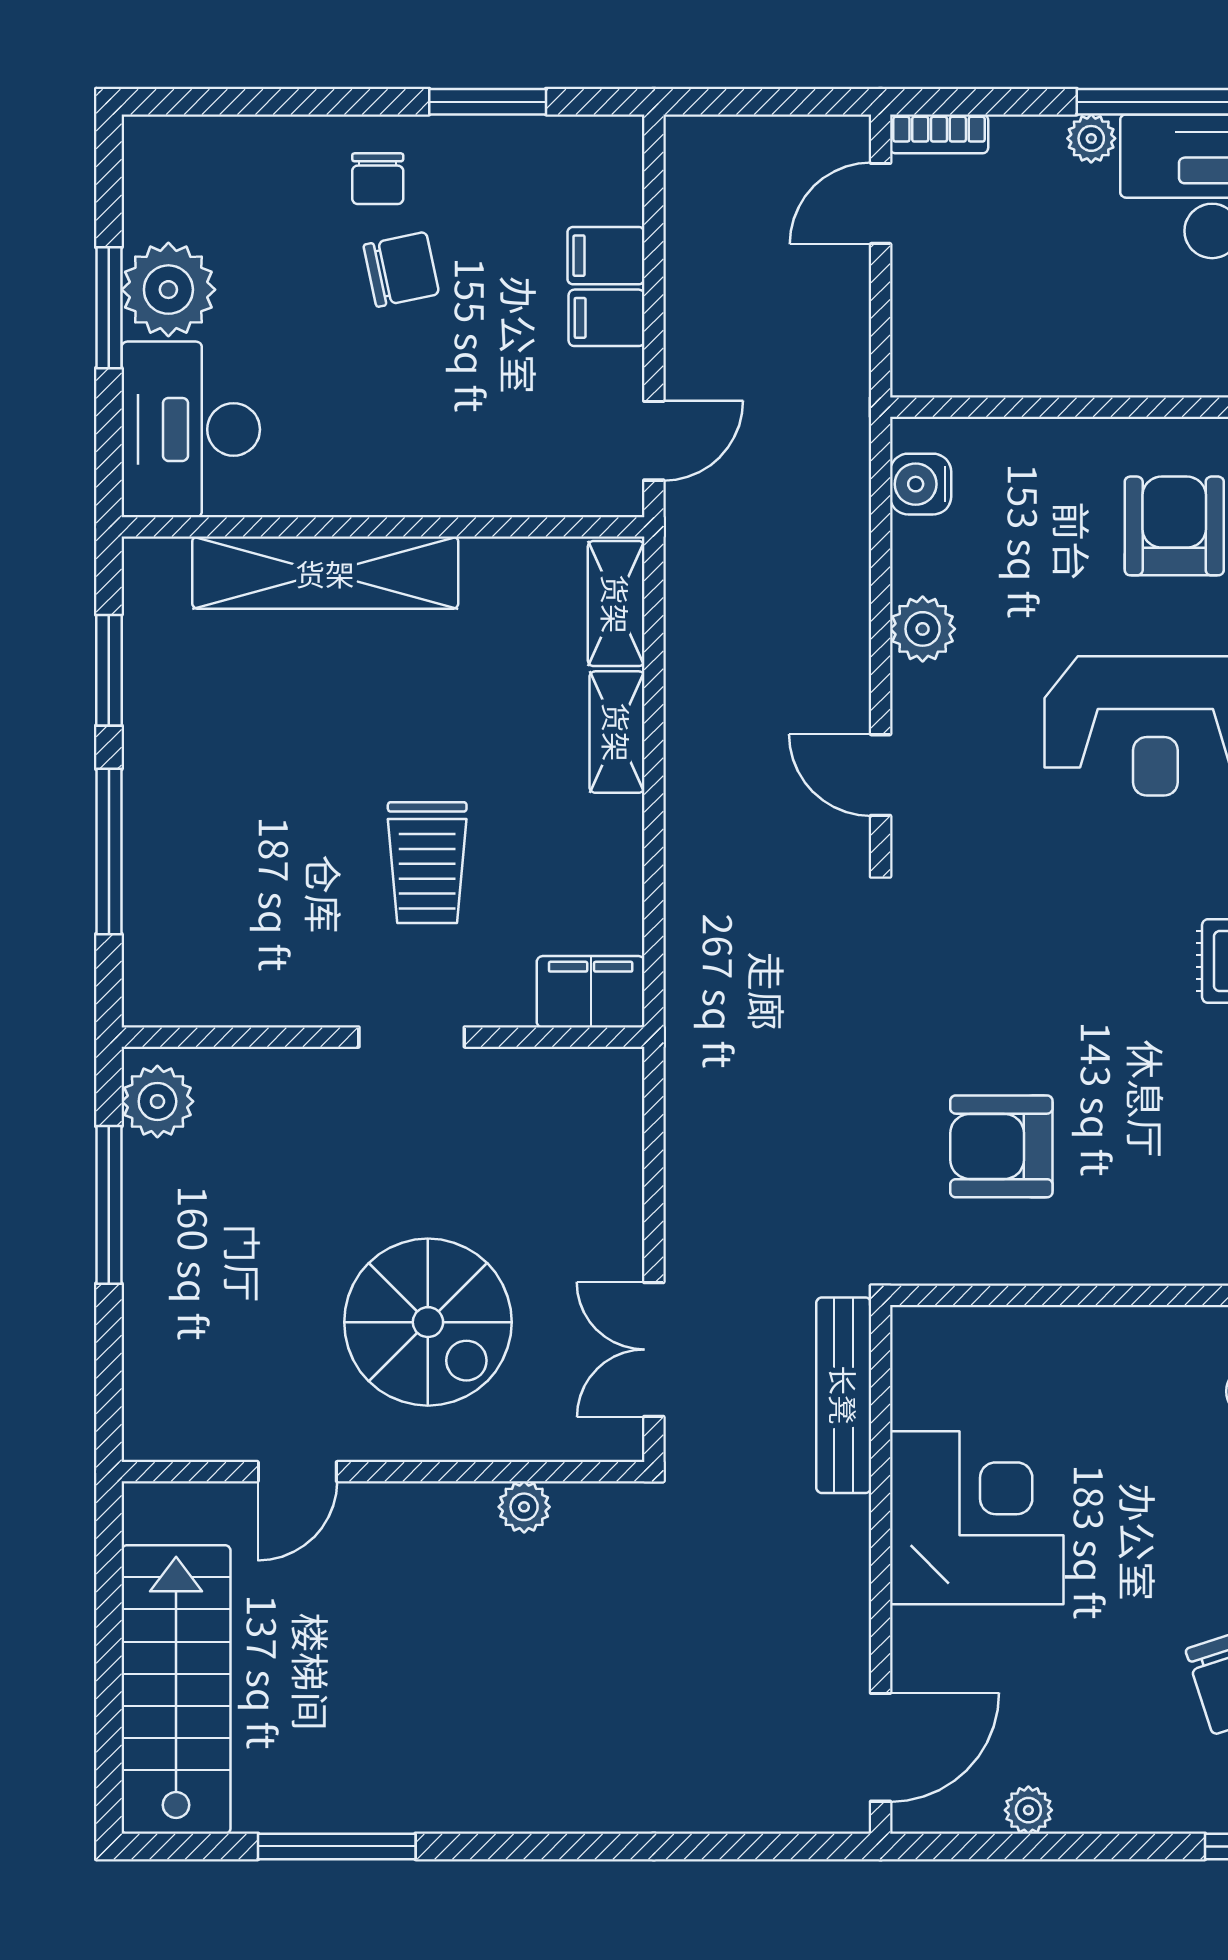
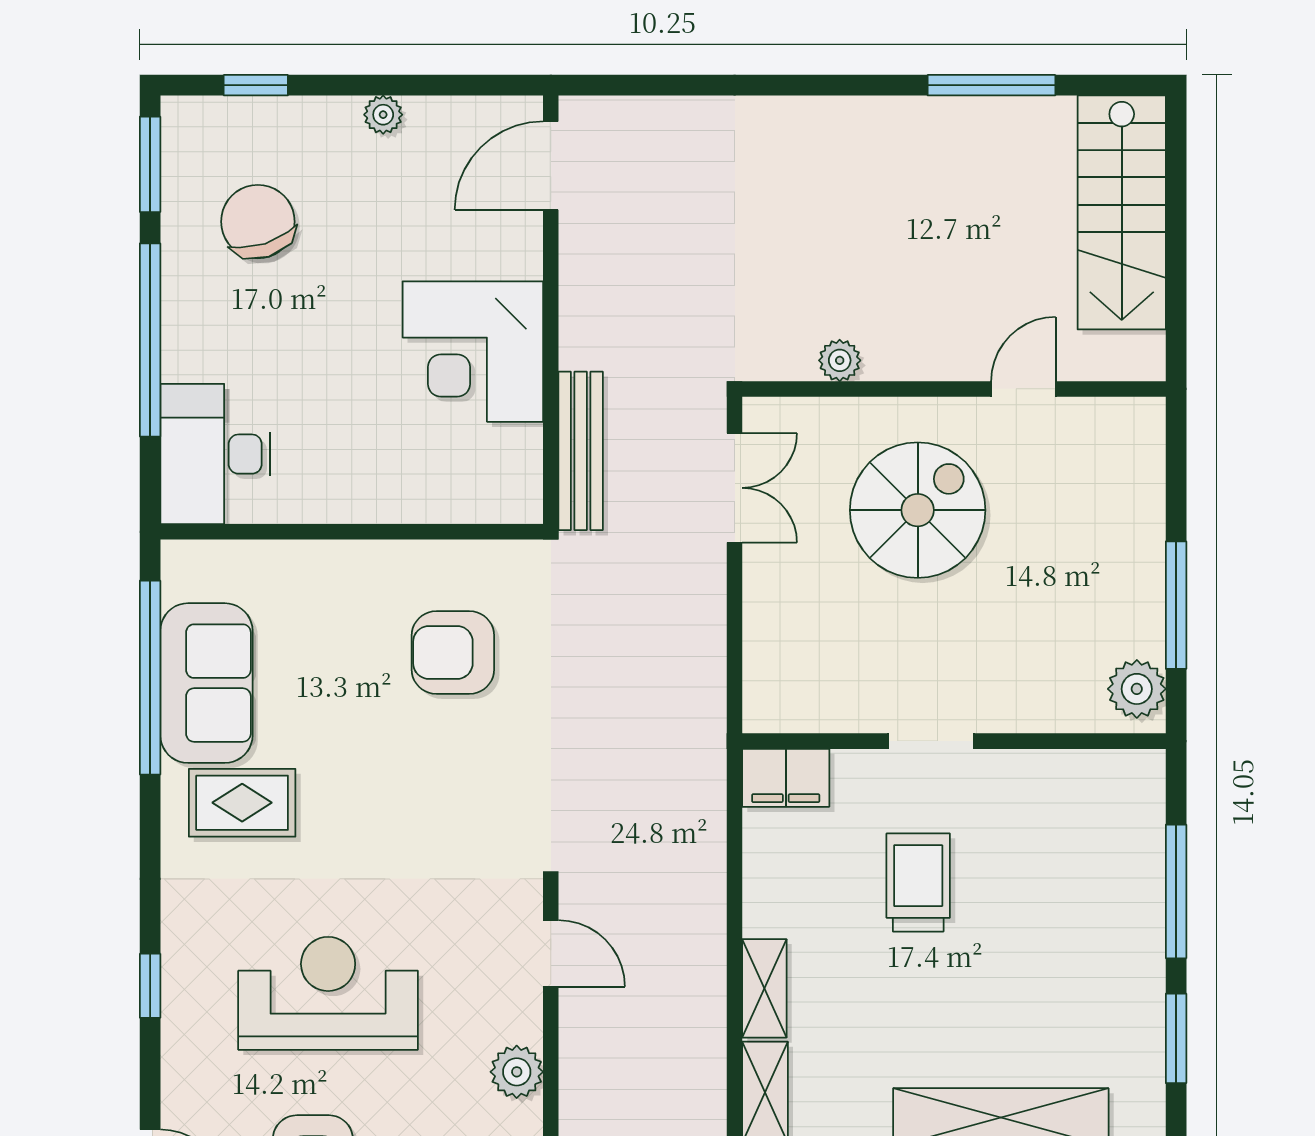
armchair: (1001, 1146) -> (453, 652), turned 180
spiral stairs: (428, 1322) -> (918, 510), turned 90
plant: (1028, 1810) -> (383, 115), moved

